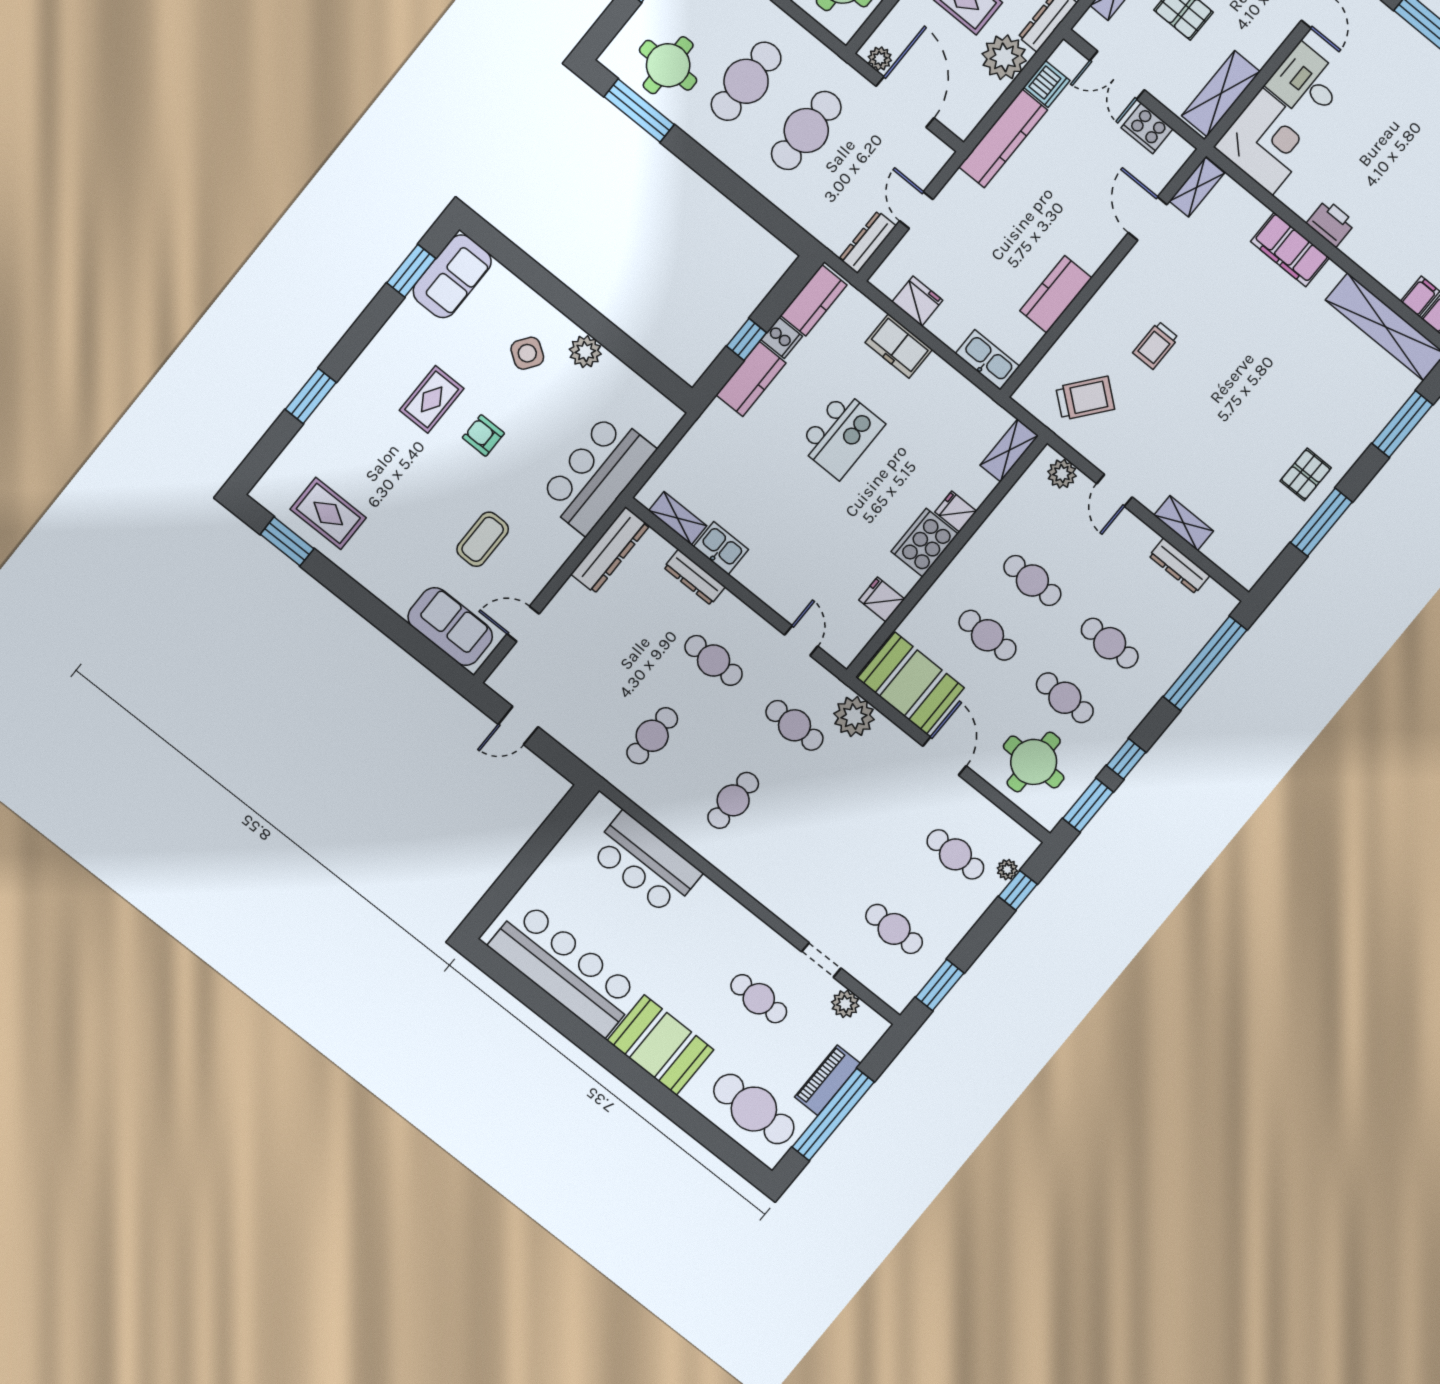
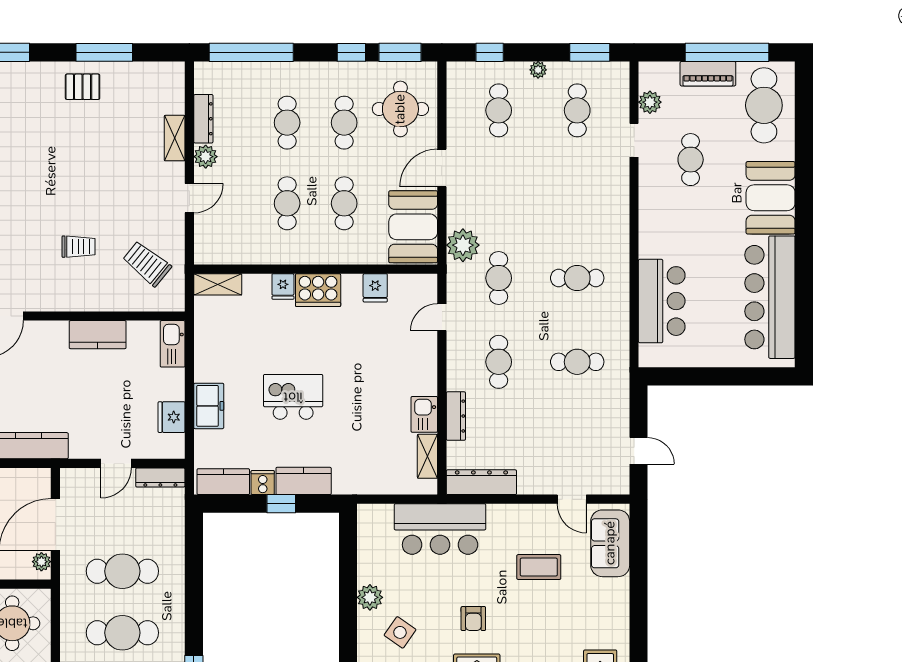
plant: (1062, 474) -> (206, 157), moved
plant: (1007, 870) -> (538, 70), moved

